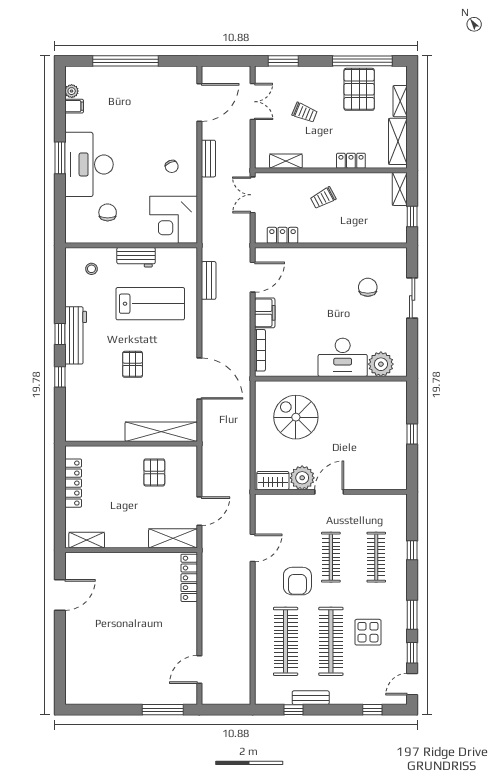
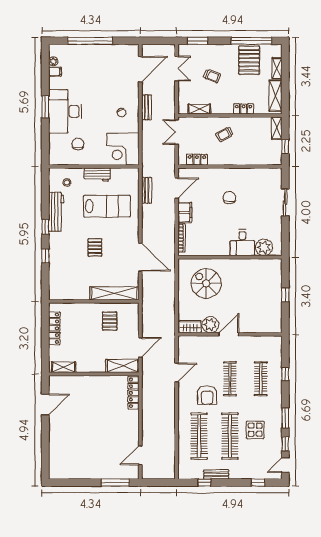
chair: (368, 287) -> (229, 198), moved
workbench: (76, 335) -> (56, 212), moved
desk: (343, 357) -> (242, 243), width x0.73

